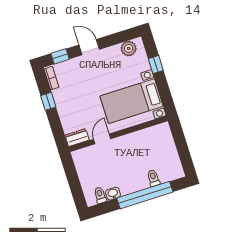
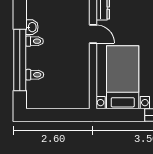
toilet: (100, 195) -> (35, 41), moved

